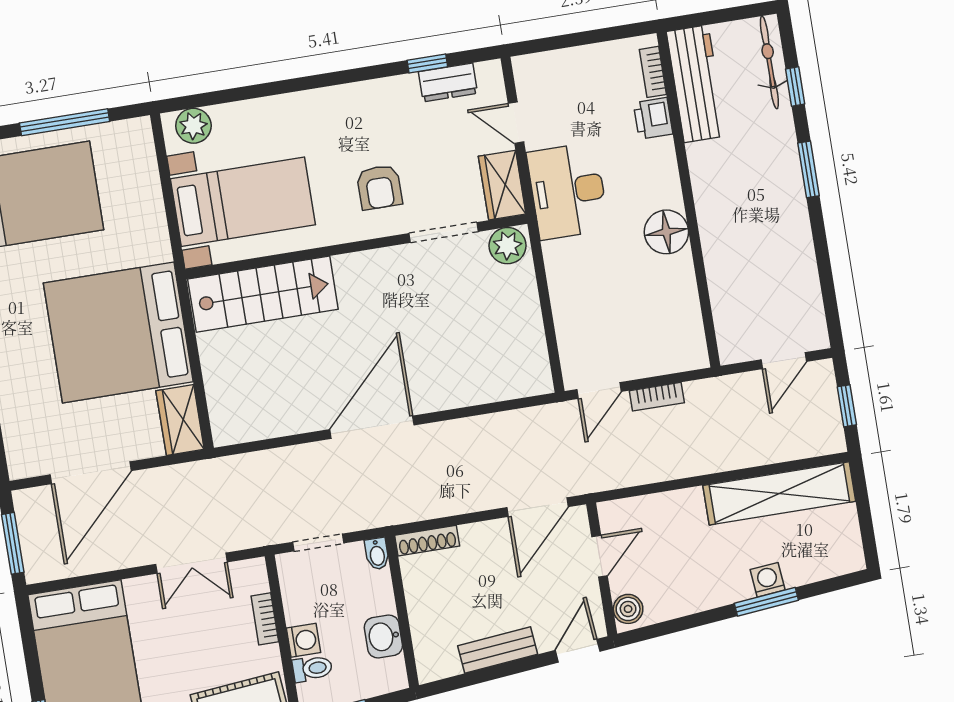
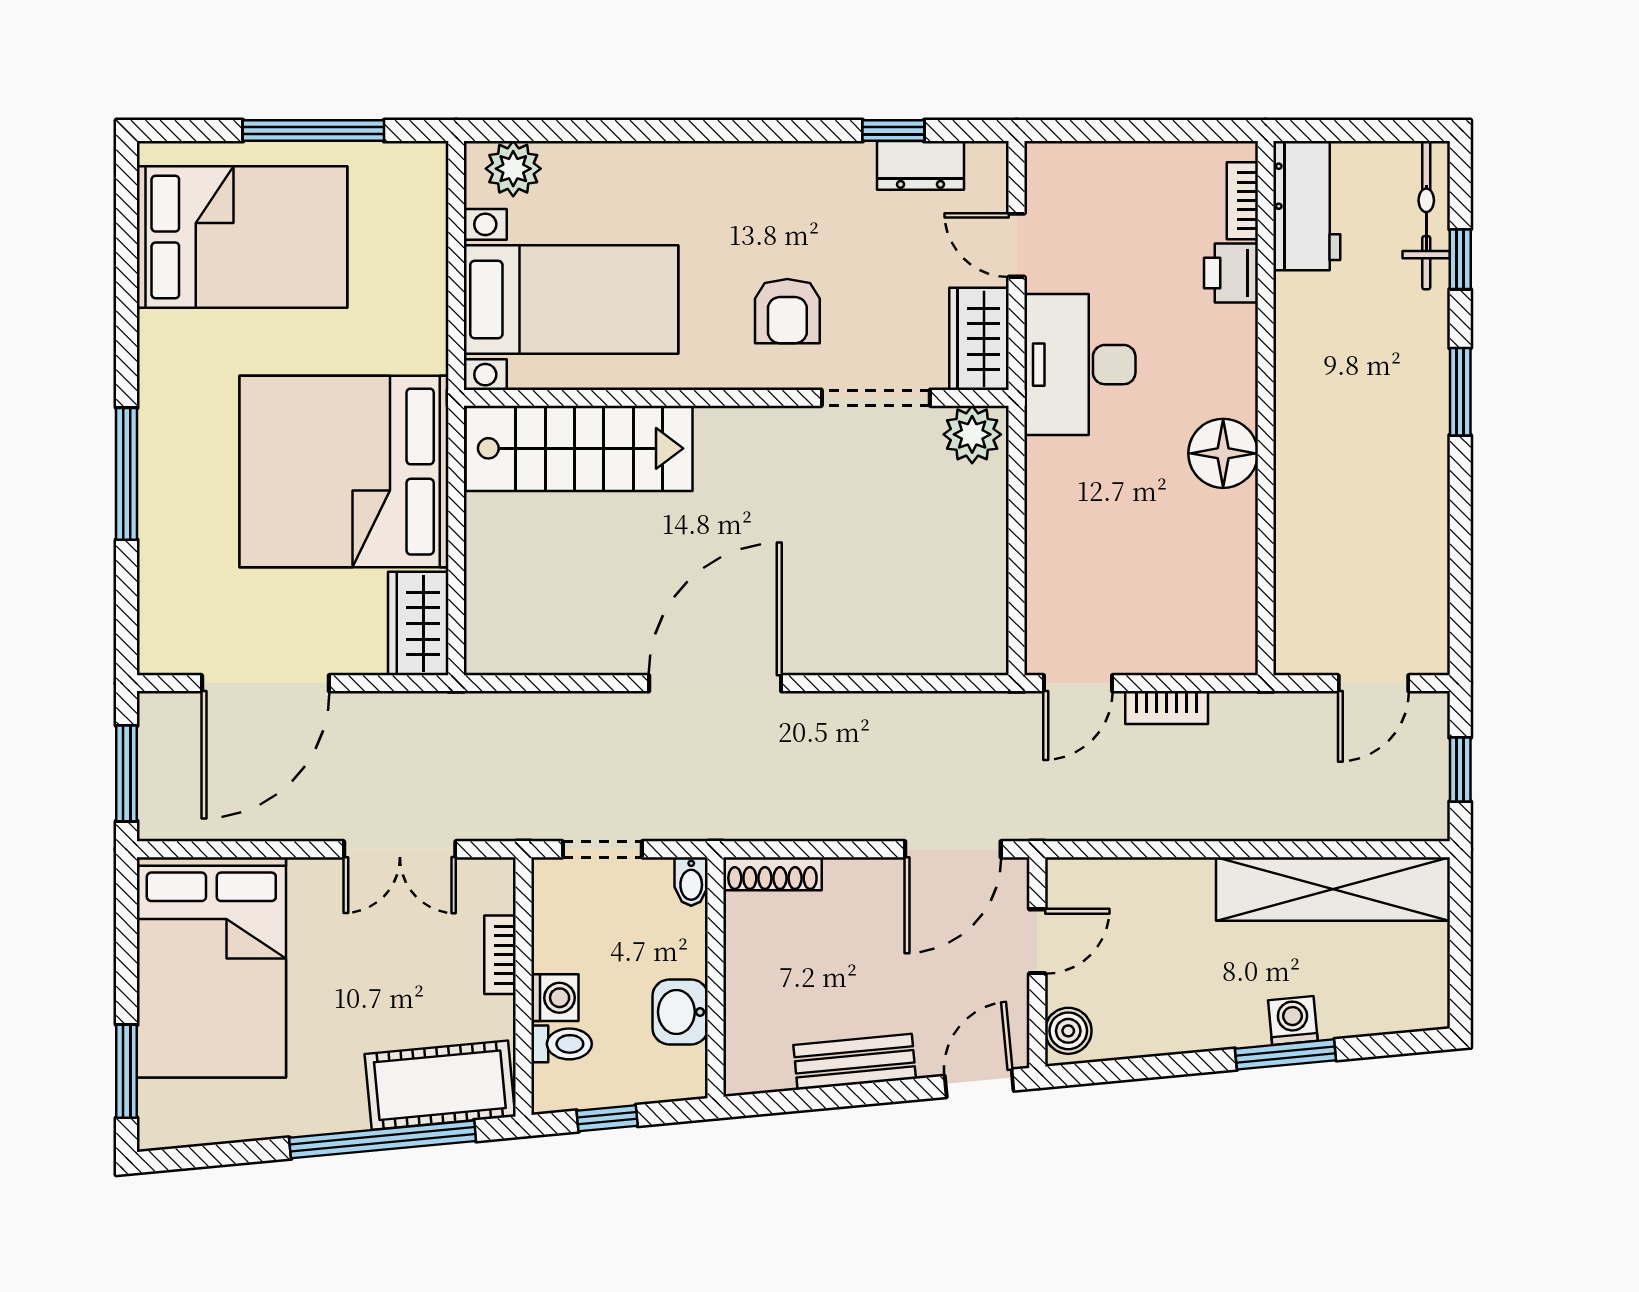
workbench: (696, 84) -> (1307, 206), width x0.73

